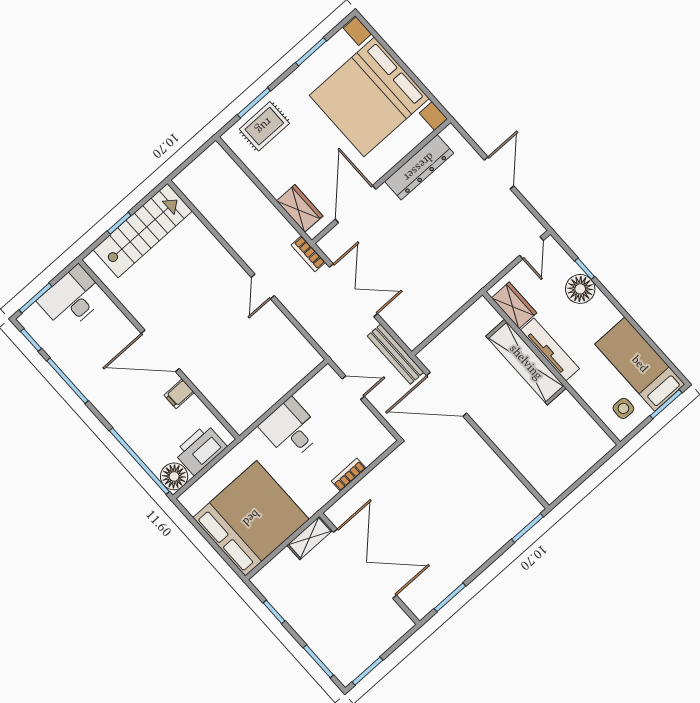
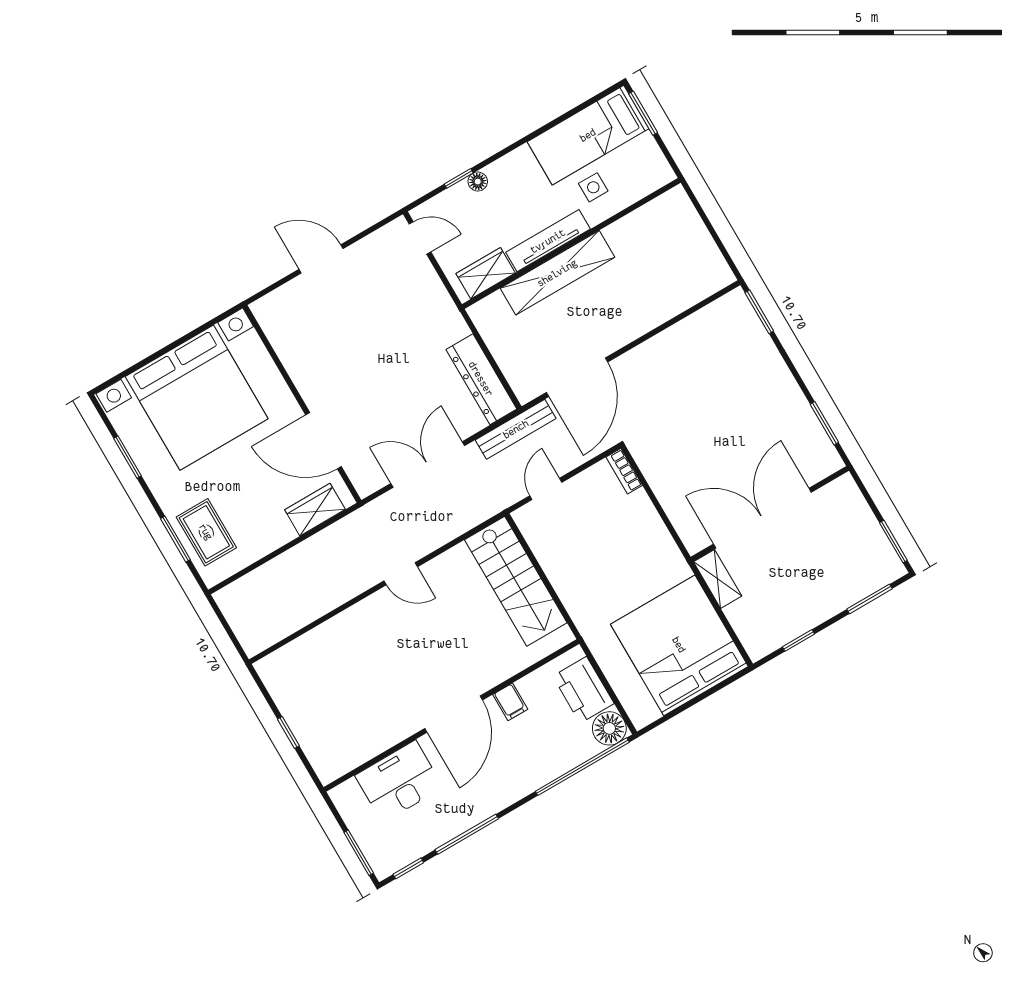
dresser: (419, 167) -> (481, 379), moved, turned 180
stairs: (143, 230) -> (516, 581), moved, turned 180
bookcase: (308, 254) -> (372, 510), removed
floor lamp: (580, 289) -> (478, 182), width x0.53, depth x0.53
desk: (72, 299) -> (399, 781), moved, turned 90
side table: (623, 408) -> (593, 187), moved
desk: (291, 429) -> (581, 575), removed
bookcase: (349, 475) -> (624, 471), moved

